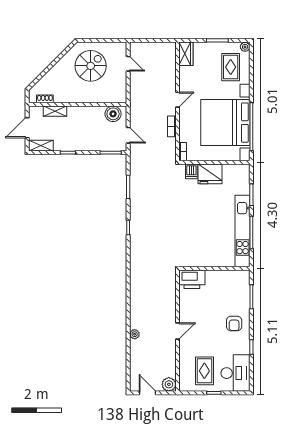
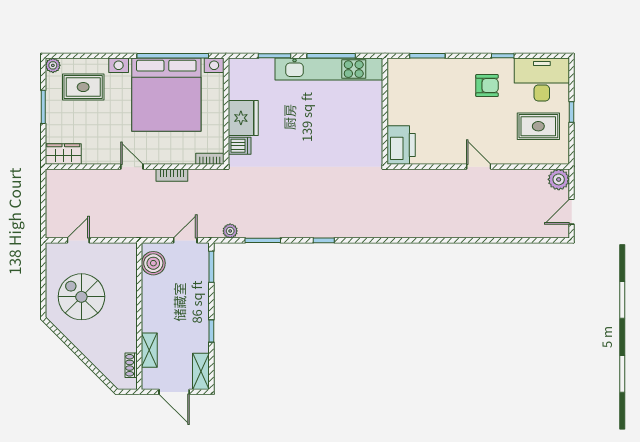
armchair: (234, 323) -> (487, 86), moved
plant: (135, 334) -> (230, 231), moved

